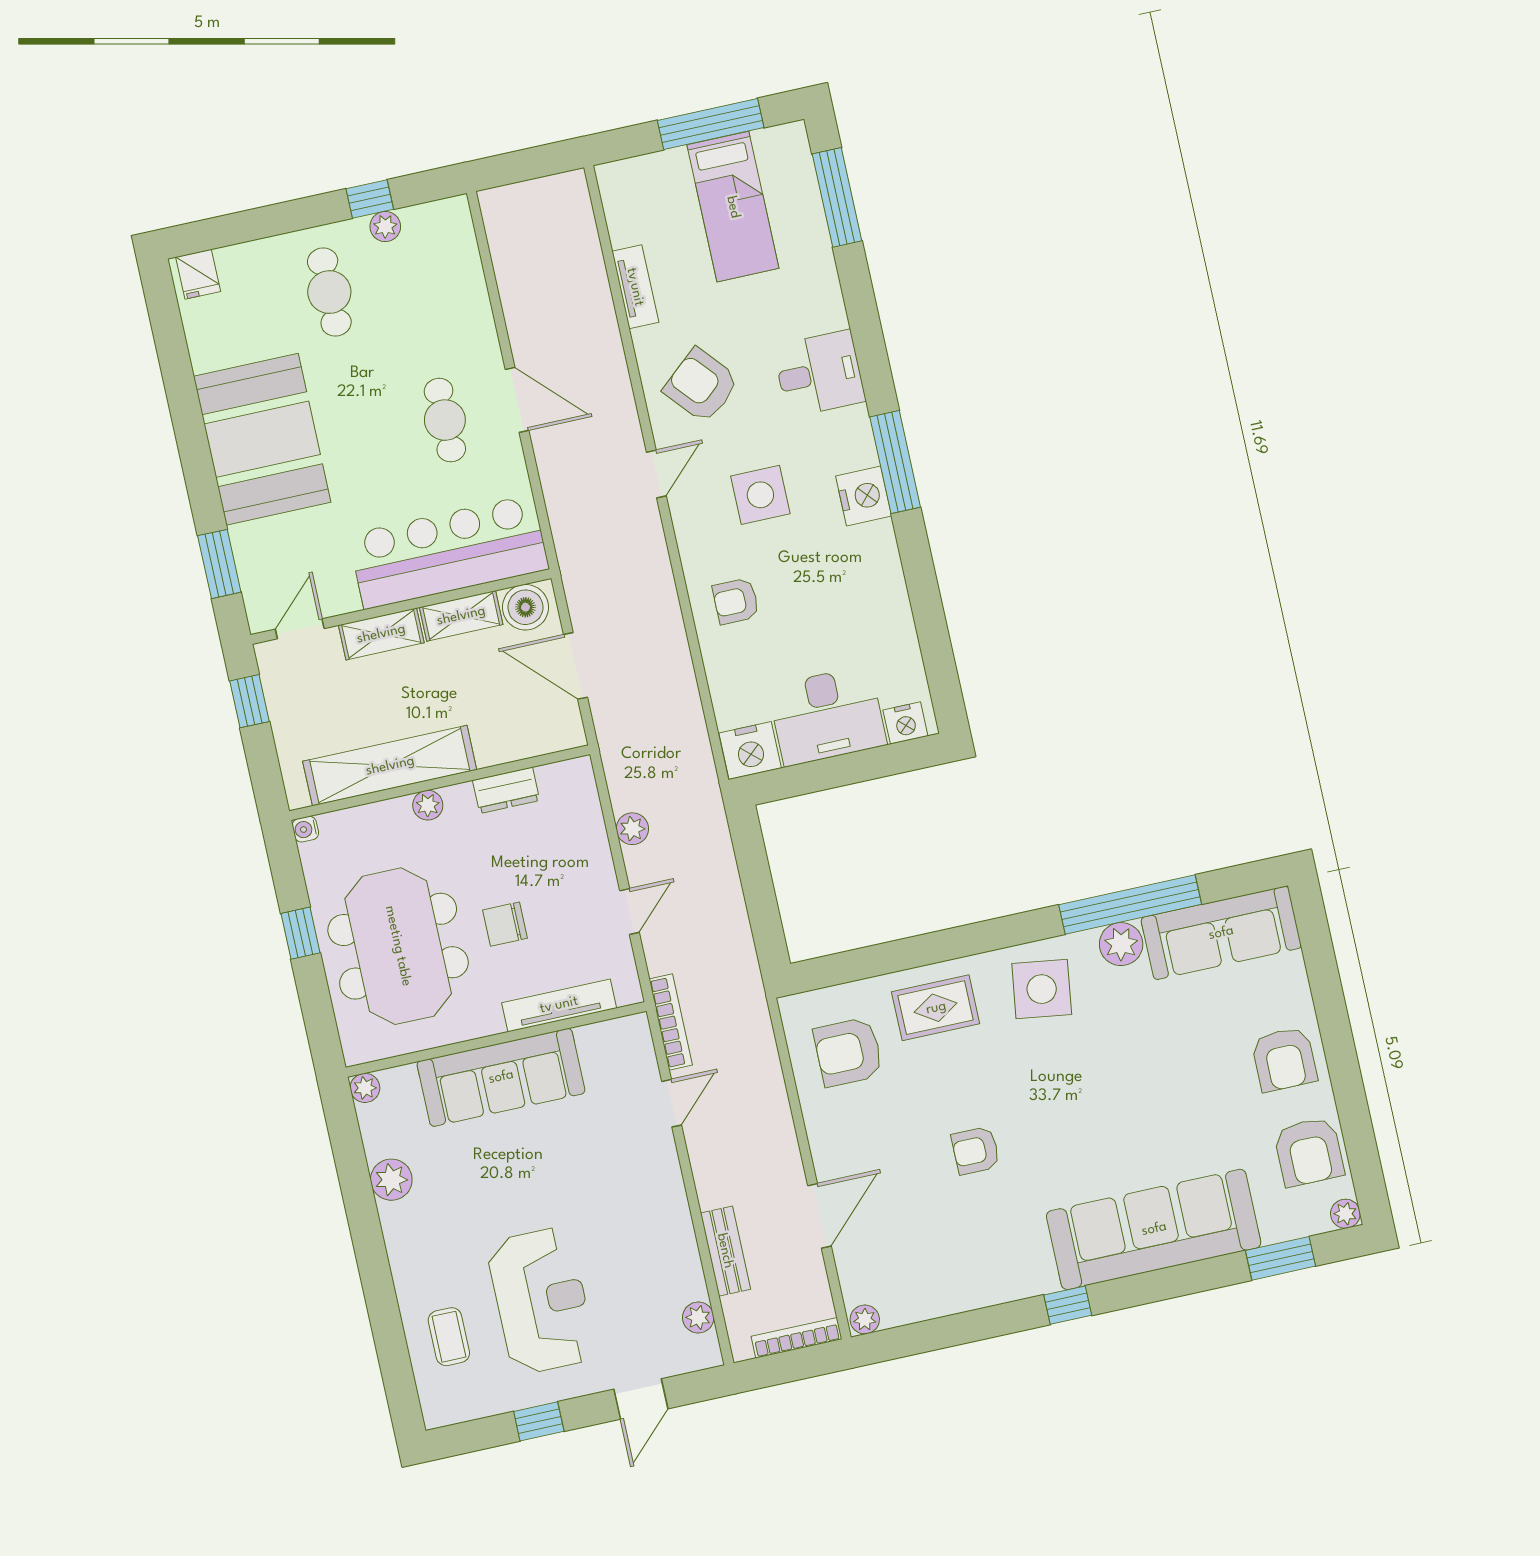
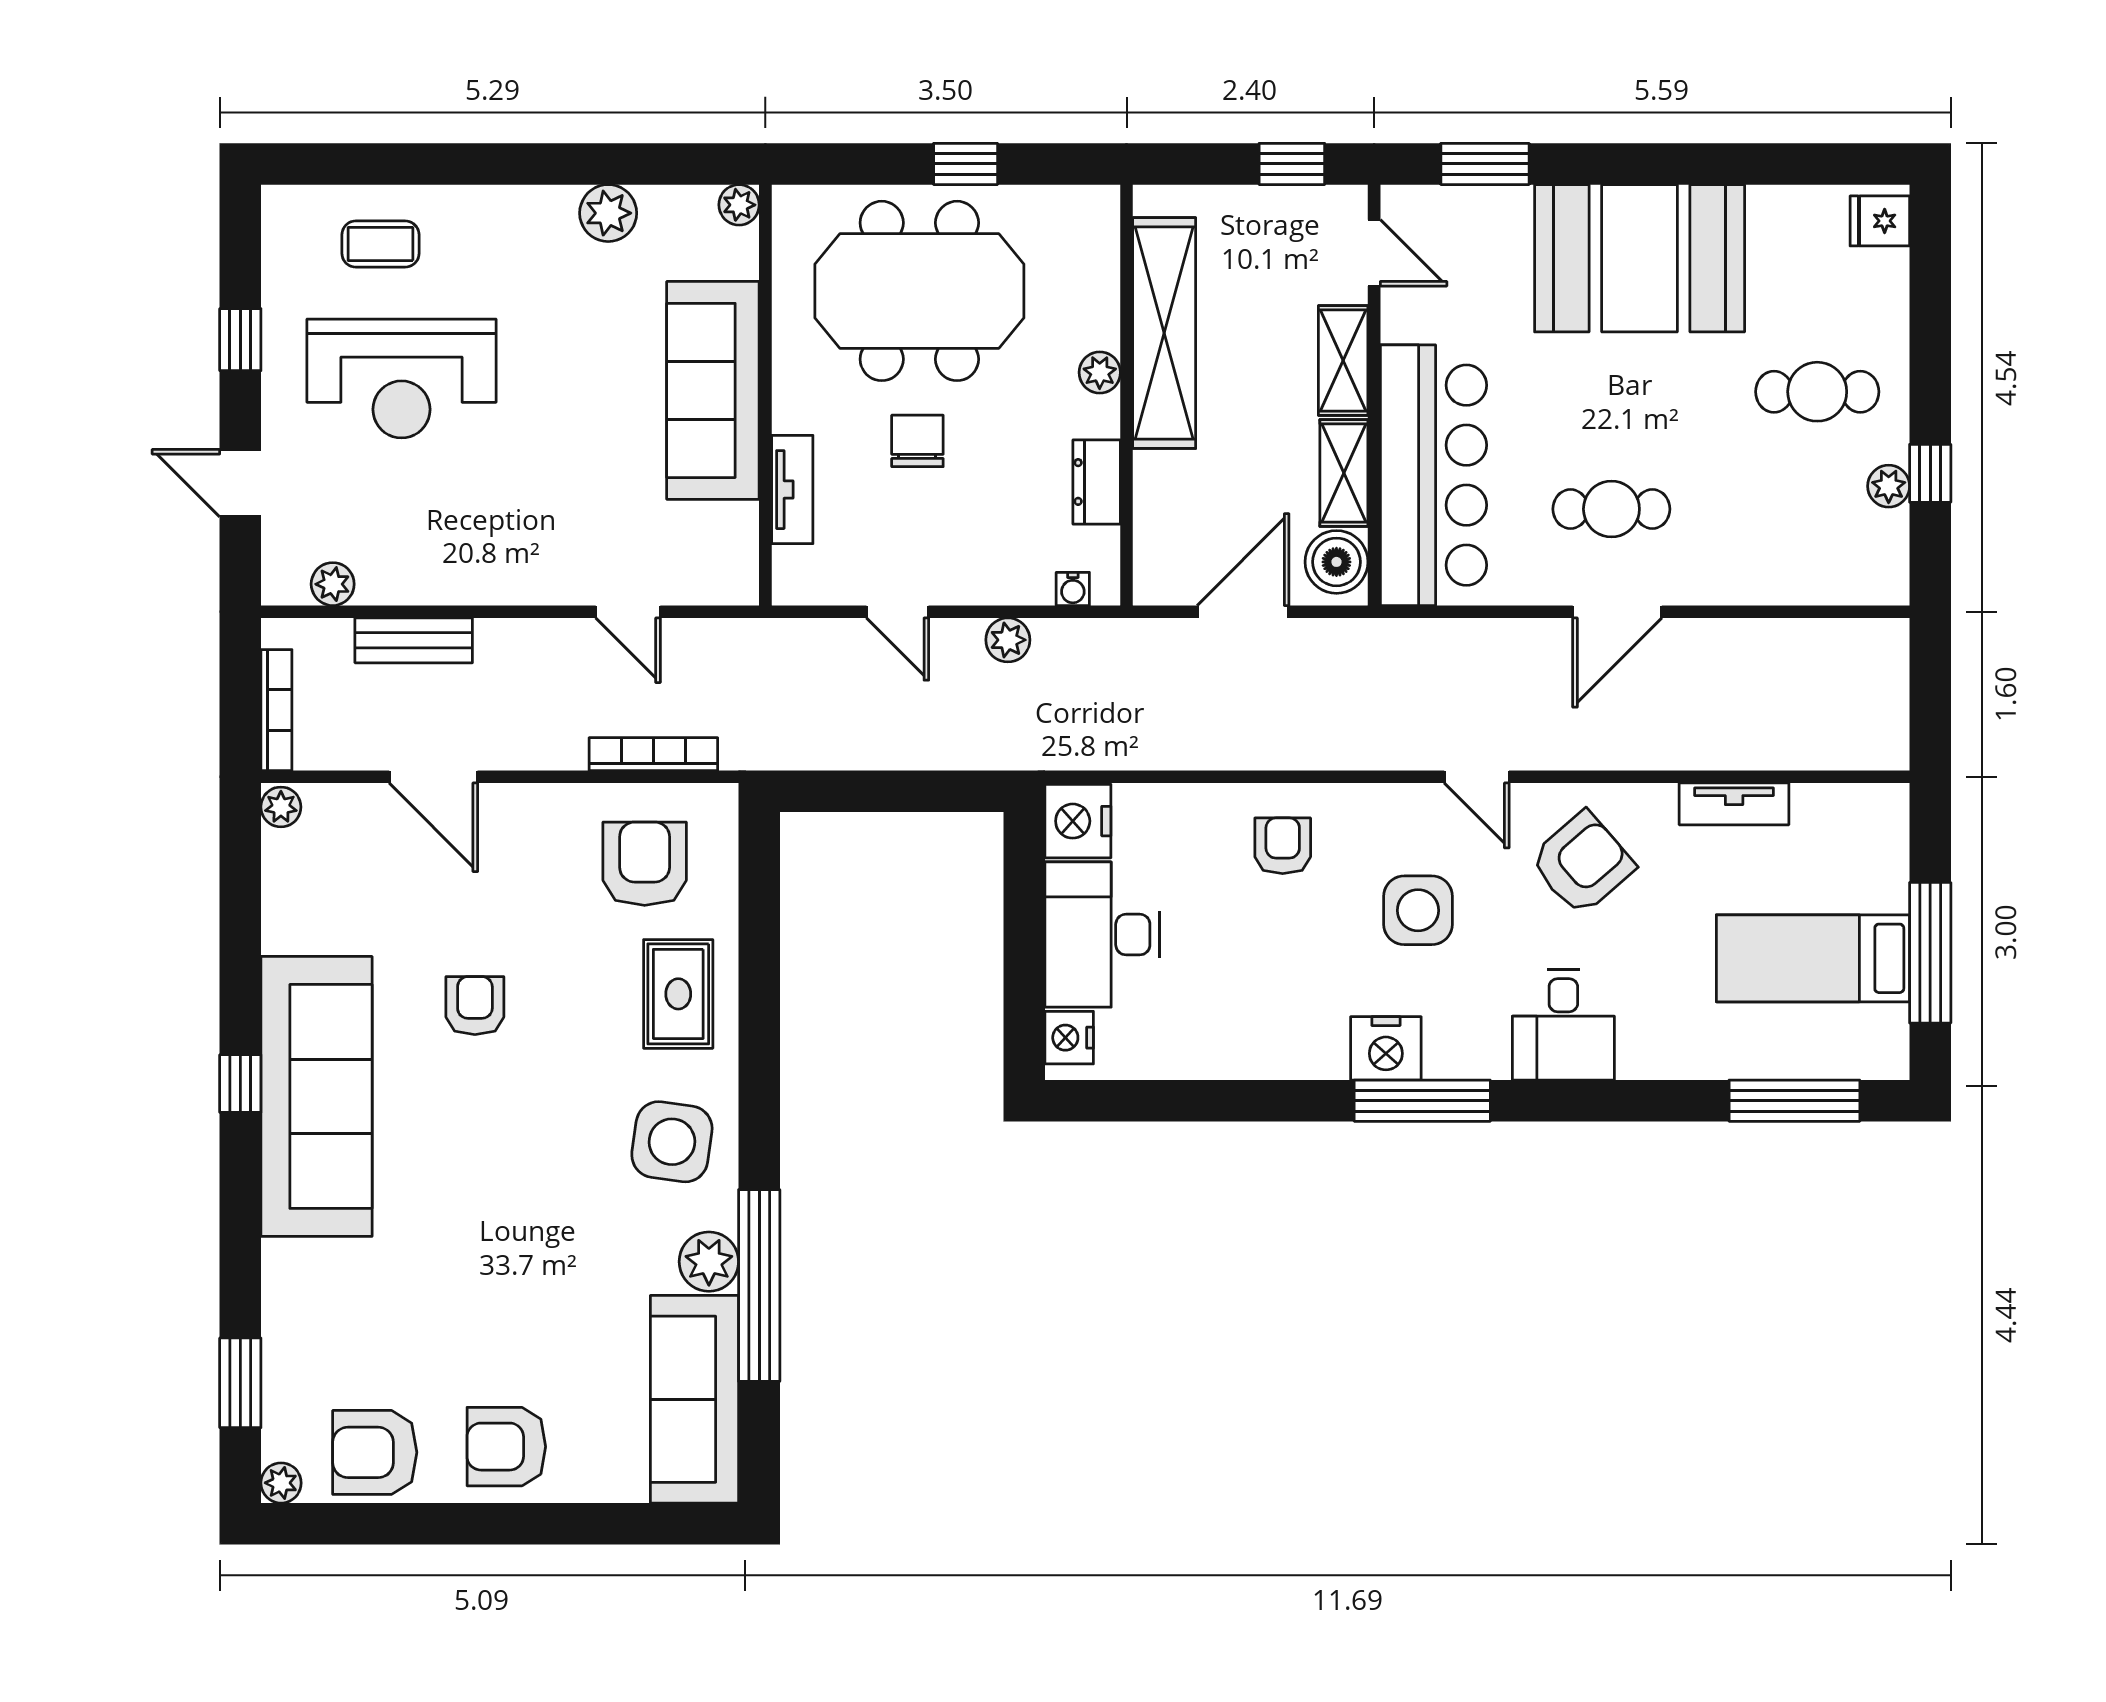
water cooler: (305, 829) -> (1073, 589), moved, turned 180
tv unit: (559, 1005) -> (792, 490), width x0.71
bookcase: (671, 1022) -> (653, 754), moved, turned 180
sofa: (1154, 1229) -> (317, 1096), moved

